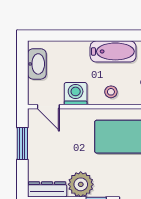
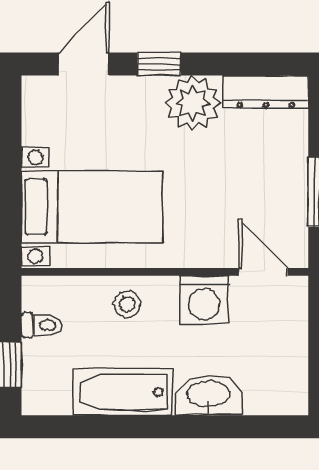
washbasin: (37, 64) -> (208, 395), moved, turned 90

